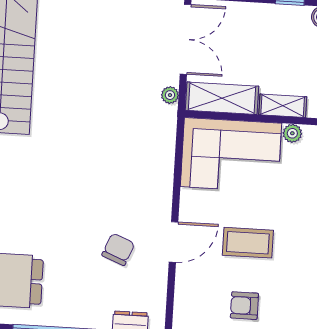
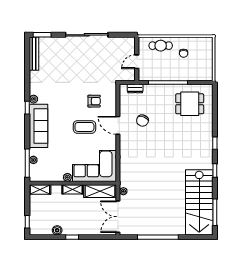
door: (173, 242) -> (118, 125), hinge flipped
armchair: (244, 306) -> (94, 101), moved

